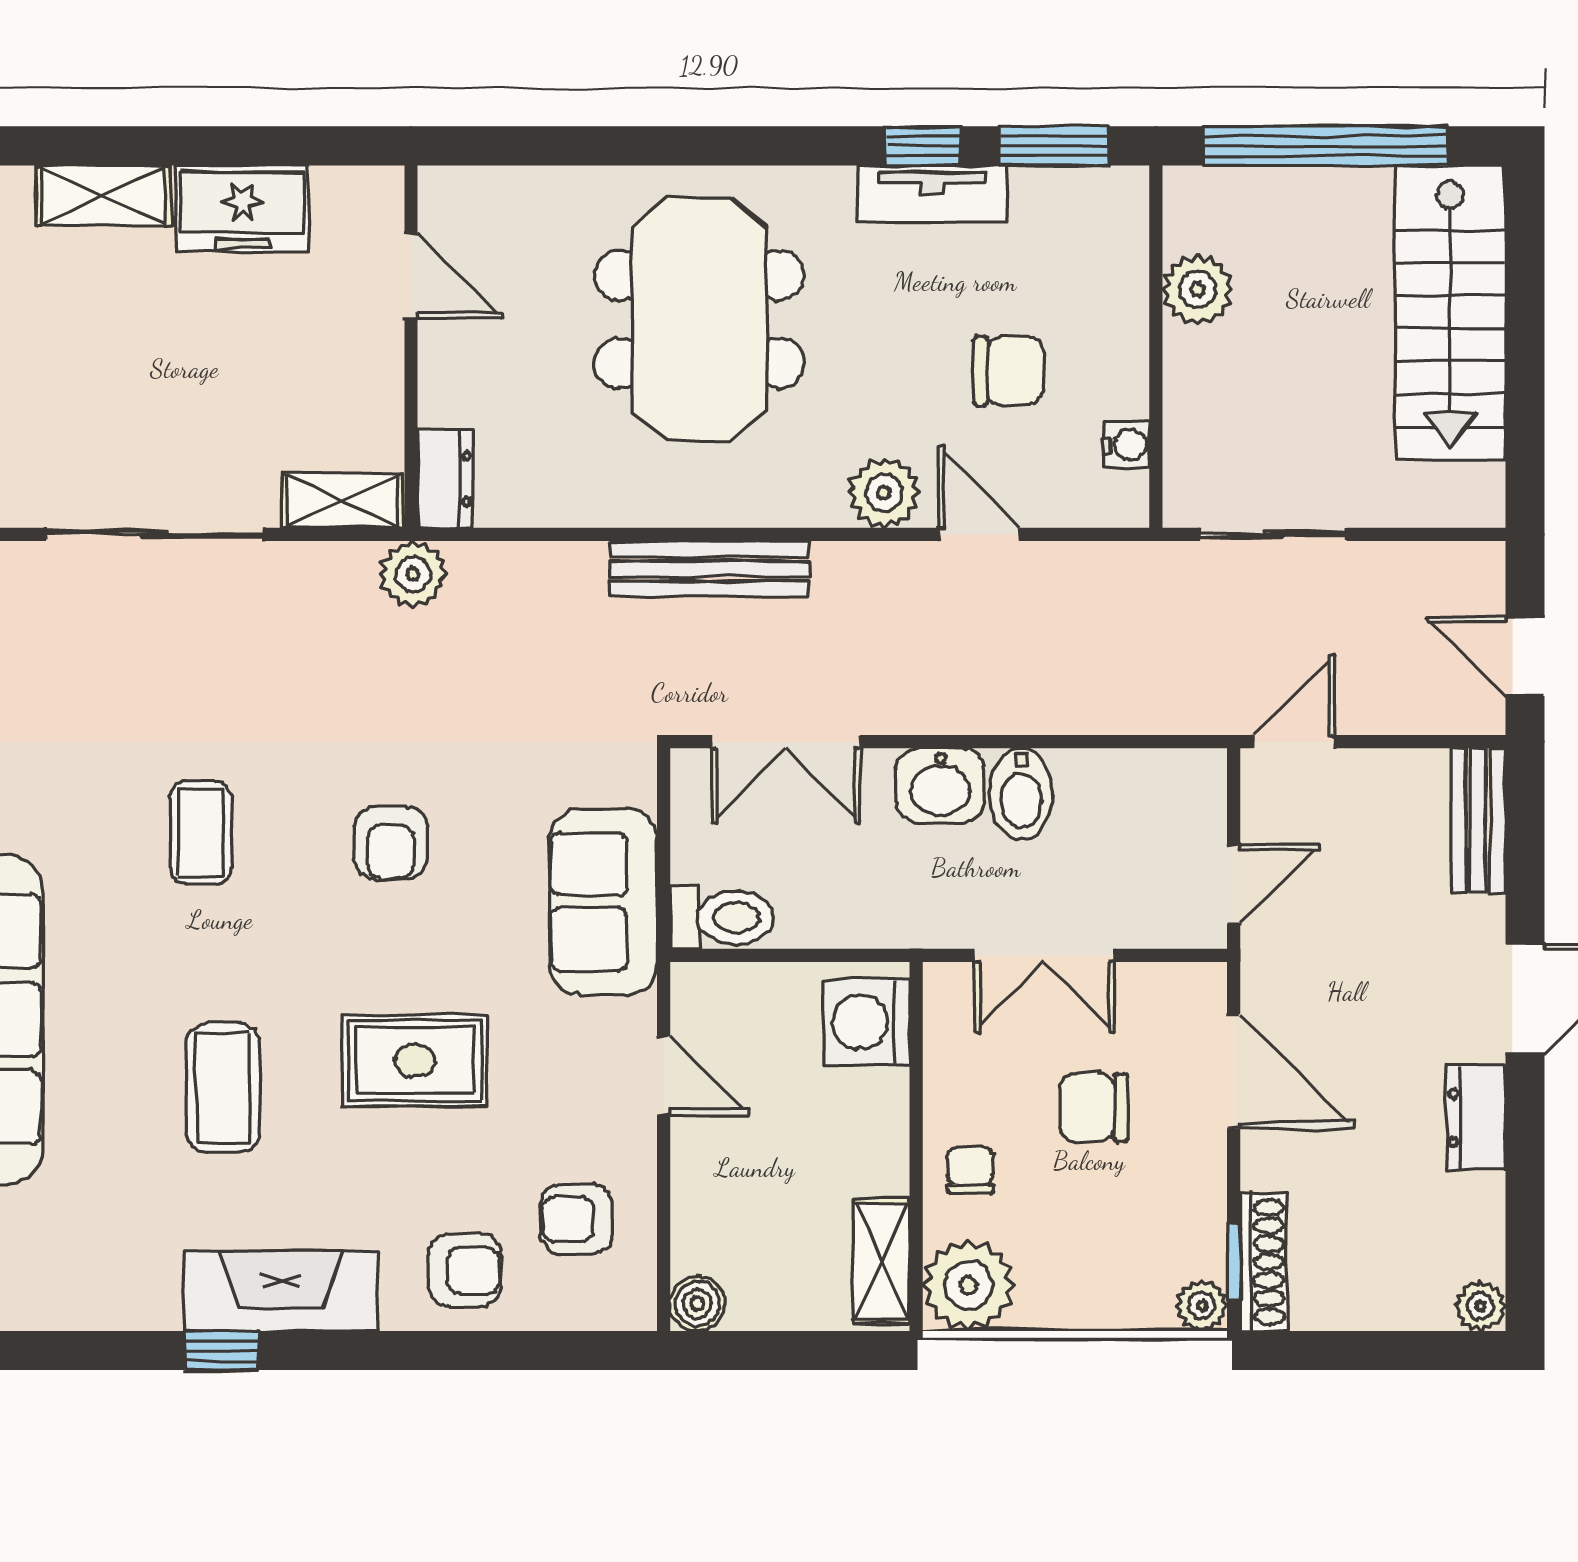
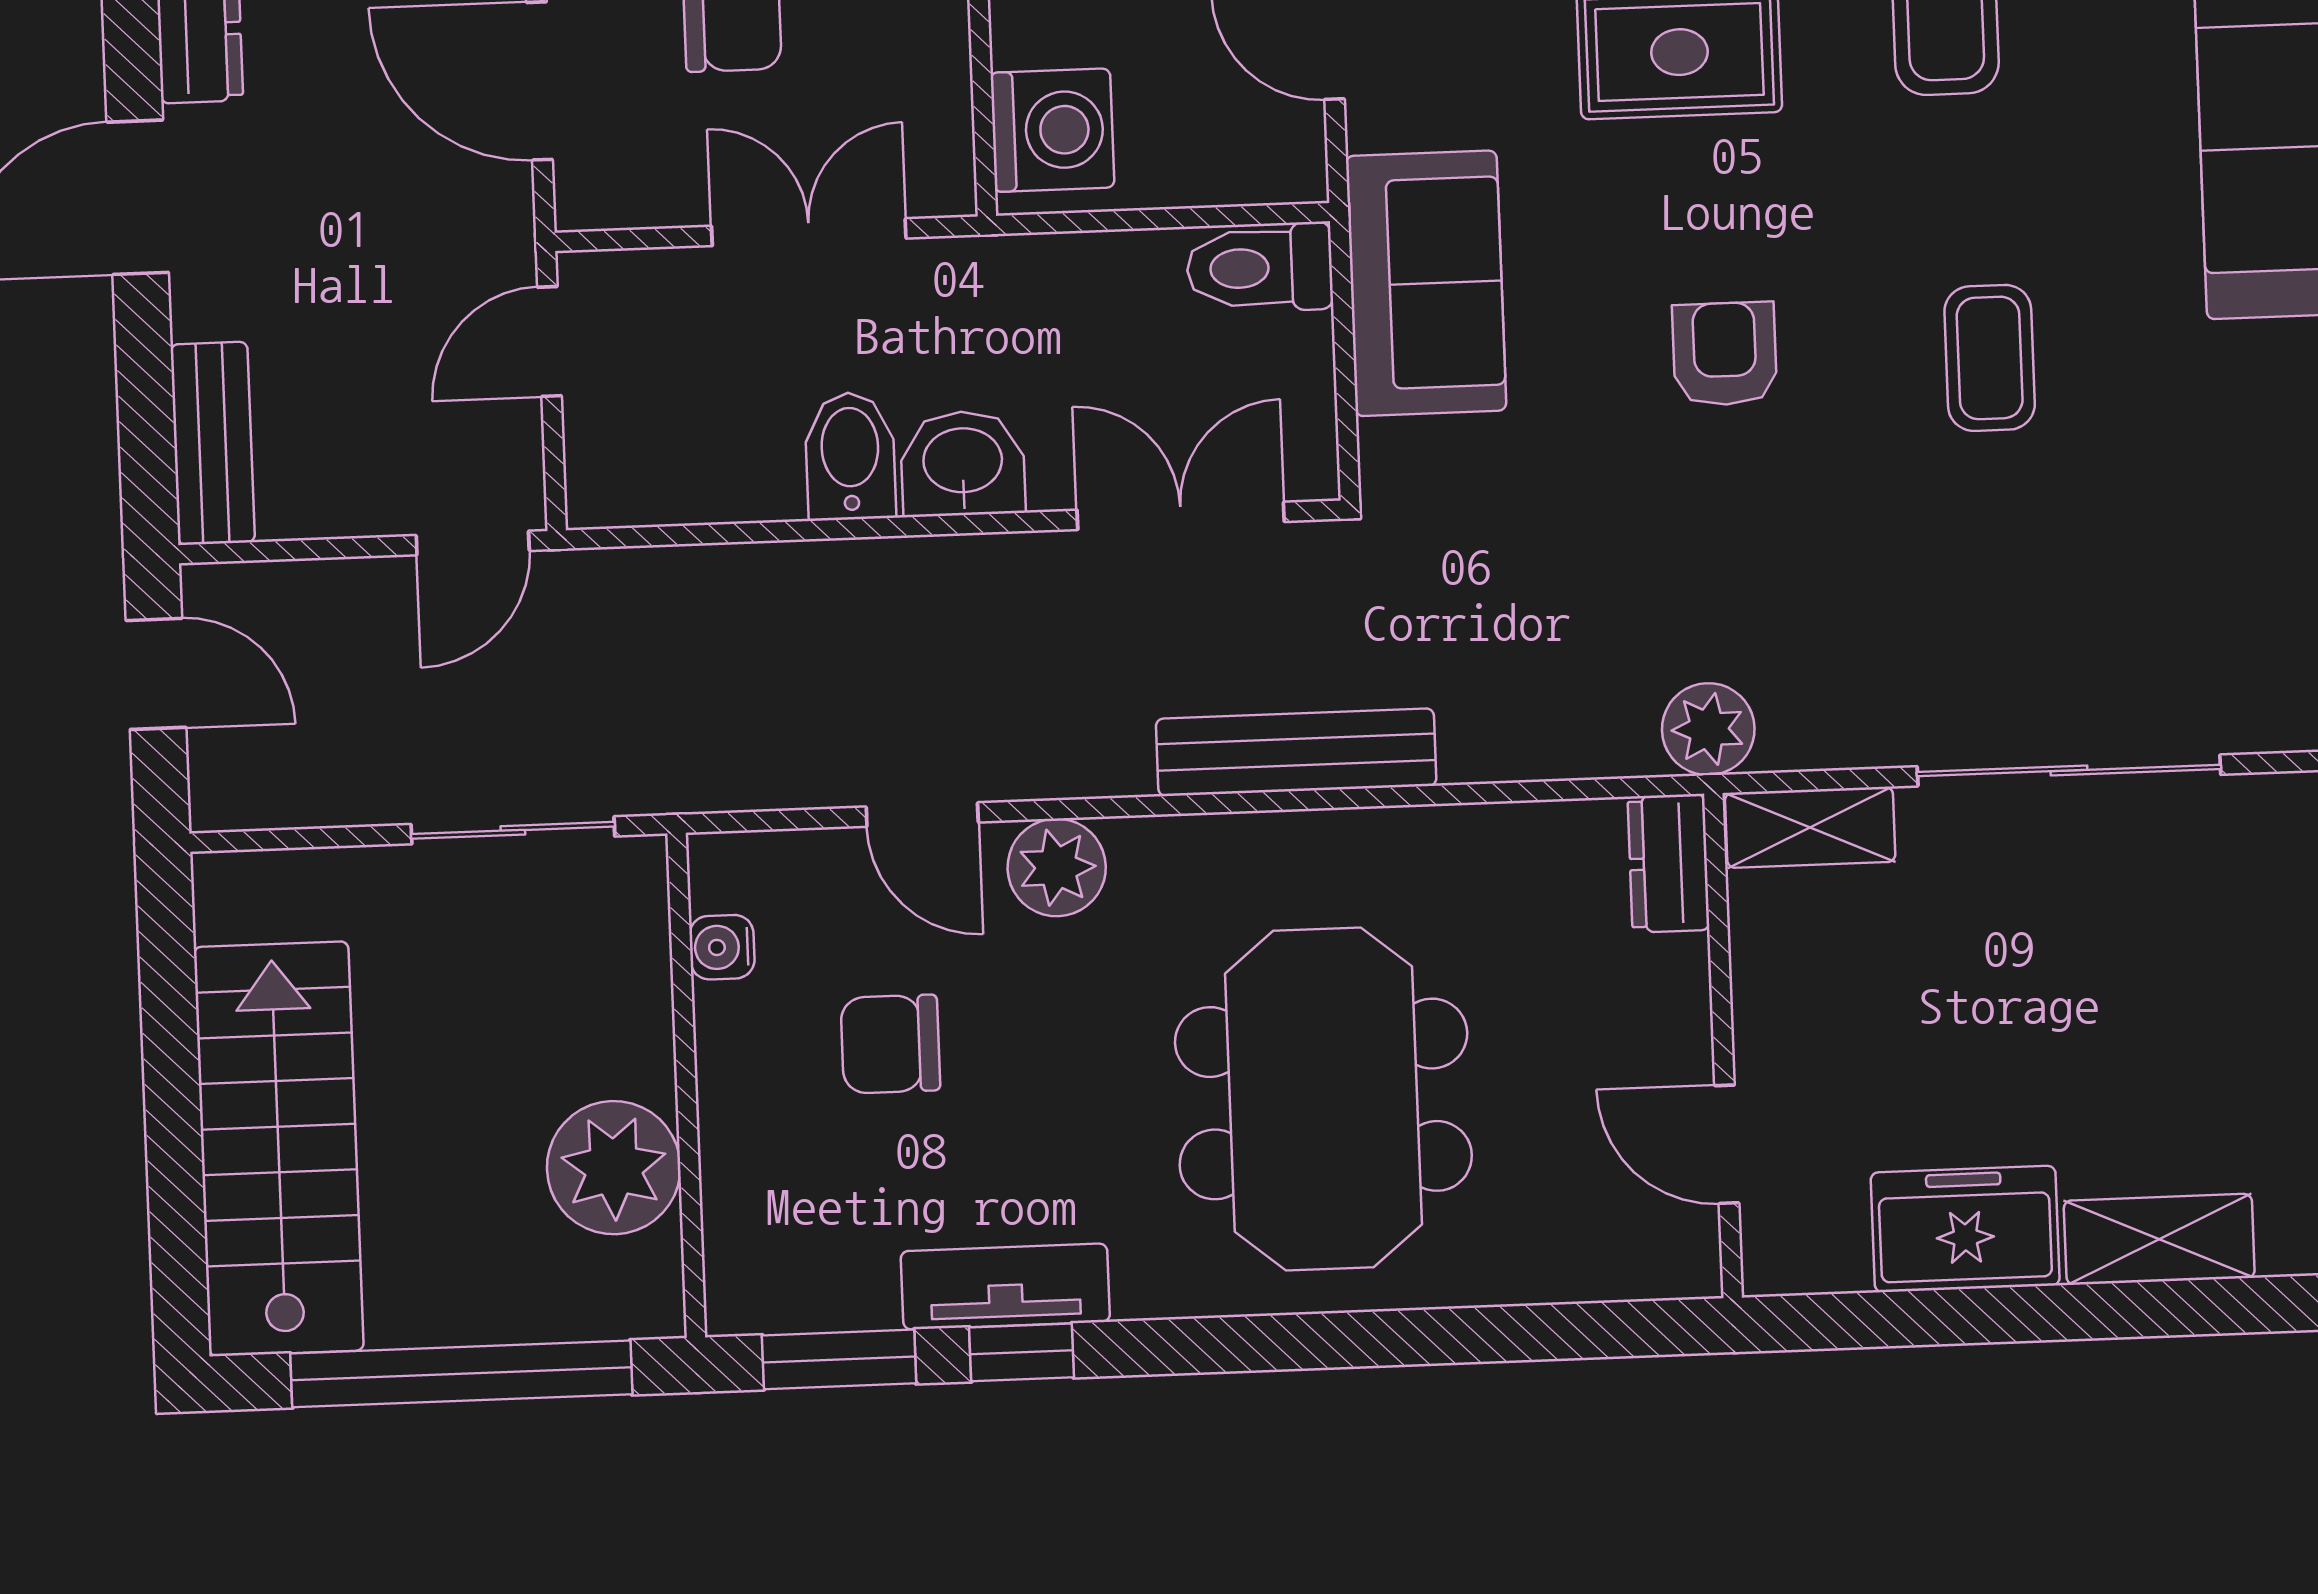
plant: (1197, 290) -> (614, 1168), width x1.36, depth x1.36

